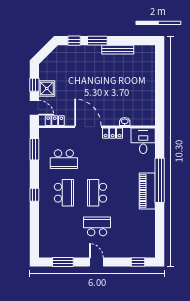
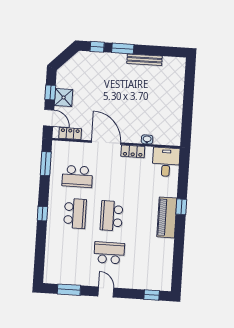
window: (160, 180) -> (181, 207), width x0.32

